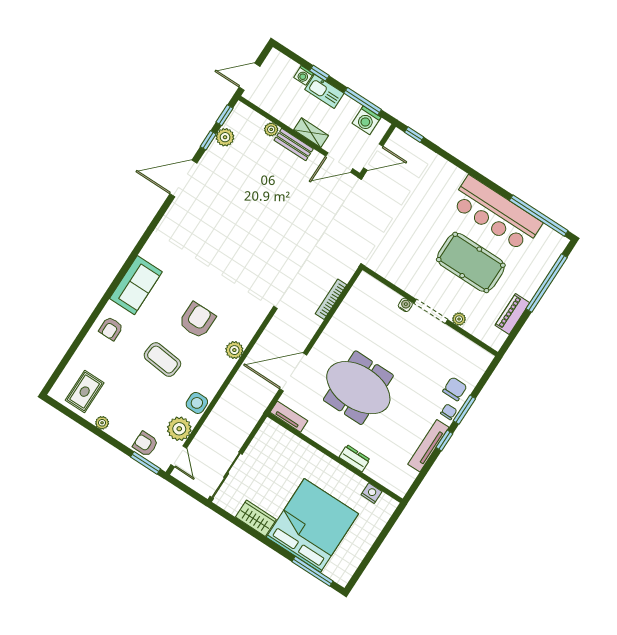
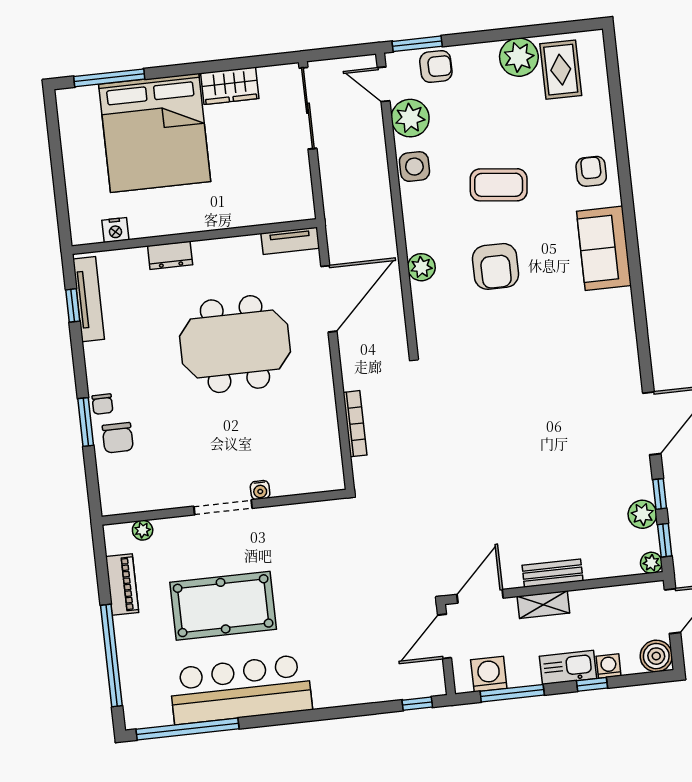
boiler: (276, 61) -> (656, 656), added
plant: (271, 129) -> (651, 563), moved
plant: (459, 319) -> (143, 530), moved
plant: (102, 423) -> (519, 57), width x1.88, depth x1.88
window: (444, 440) -> (73, 305), moved
tv unit: (428, 446) -> (89, 299), moved

